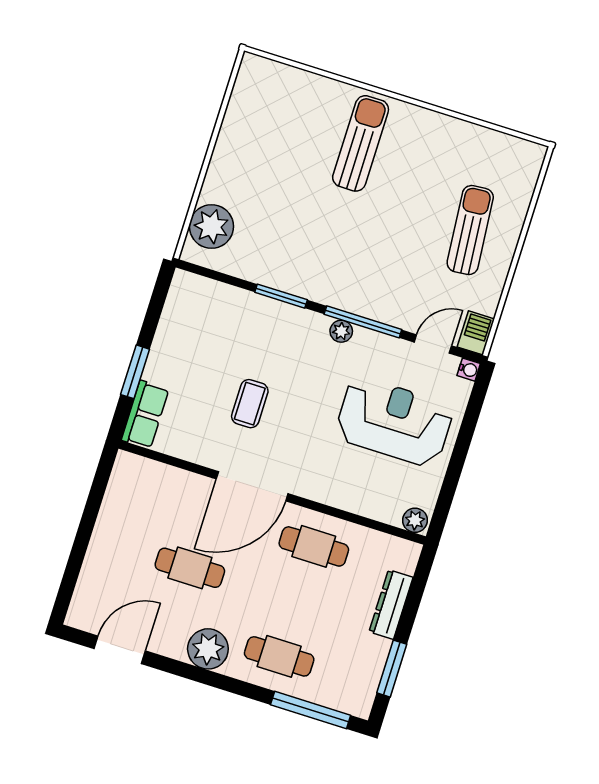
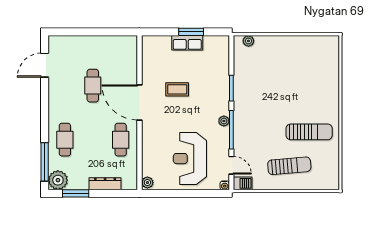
sun lounger: (361, 143) -> (309, 132), moved
plant: (211, 226) -> (248, 41), width x0.53, depth x0.53
window: (135, 372) -> (191, 32), moved
row of seats: (145, 415) -> (187, 43), moved
reception desk: (394, 422) -> (190, 159), turned 180
plant: (208, 649) -> (58, 180), moved
door: (120, 650) -> (45, 65), swing flipped

